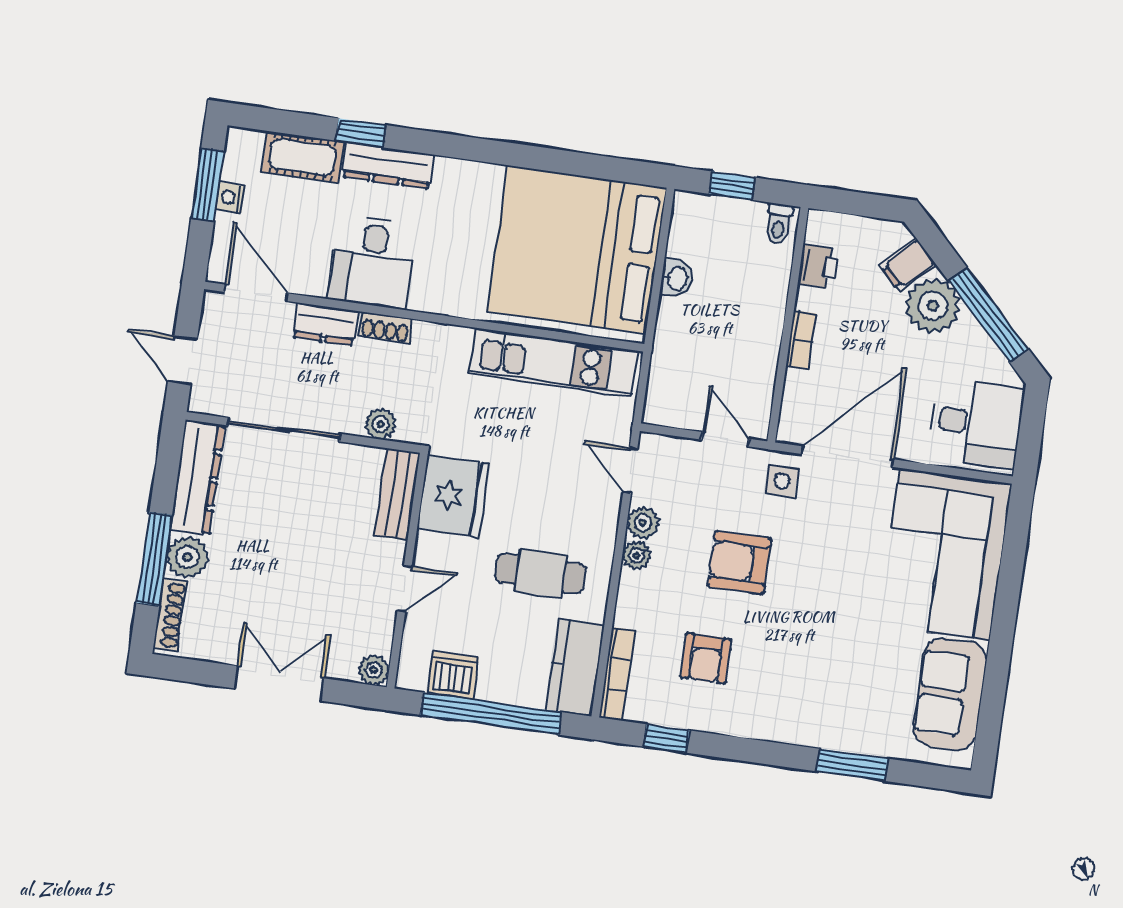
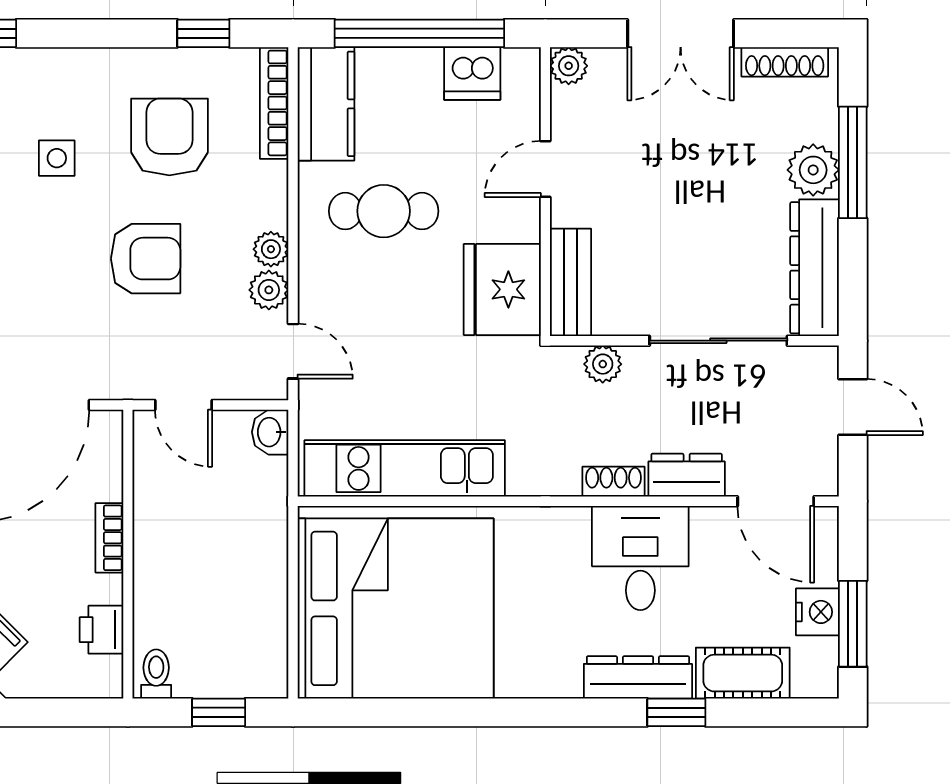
nightstand: (230, 197) -> (817, 612), width x1.39, depth x1.35
washbasin: (677, 278) -> (270, 432), moved
side table: (782, 481) -> (57, 158), moved
shoe rack: (170, 615) -> (785, 62), moved, turned -90
armchair: (706, 658) -> (169, 137), width x1.38, depth x1.38

